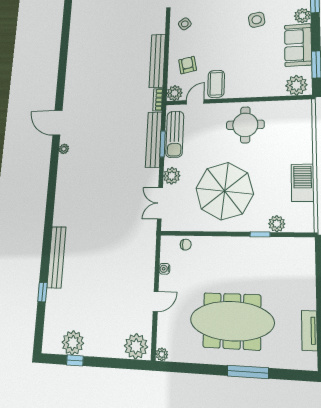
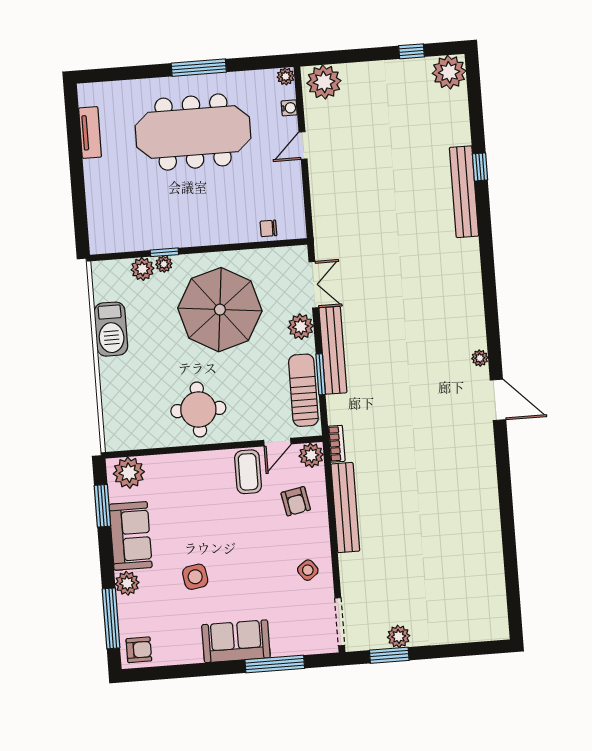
bench: (154, 140) -> (333, 350), moved
plant: (261, 226) -> (164, 264), added
water cooler: (164, 269) -> (289, 108), moved
window: (42, 292) -> (480, 167), moved
plant: (73, 343) -> (449, 72), moved
window: (248, 372) -> (199, 68), moved

